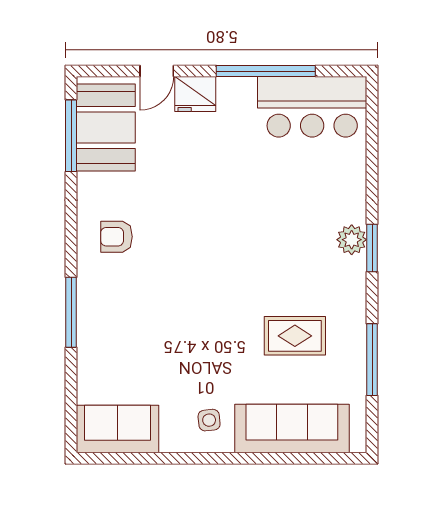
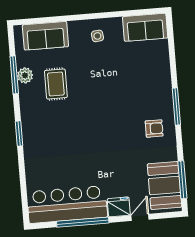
bar counter: (312, 107) -> (67, 204), width x1.36
plant: (352, 240) -> (25, 75), moved
window: (71, 312) -> (176, 106), moved
rug: (295, 336) -> (56, 84), turned 90
sofa: (292, 428) -> (45, 36), width x0.73

